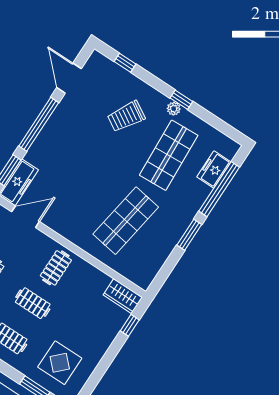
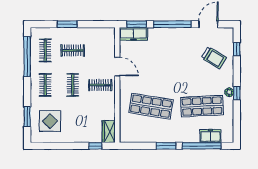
trolley: (126, 116) -> (214, 58), moved, turned 180
door: (26, 217) -> (117, 67), moved

